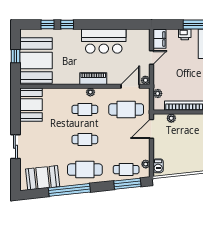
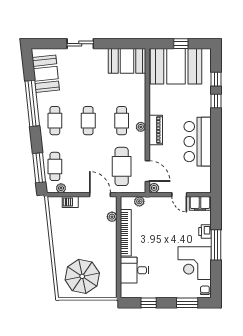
barbecue: (158, 166) -> (70, 202), moved
cafe table: (85, 170) -> (55, 121), width x0.73, depth x0.74

